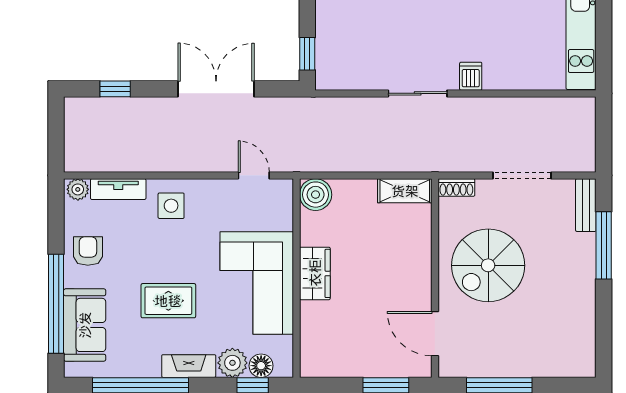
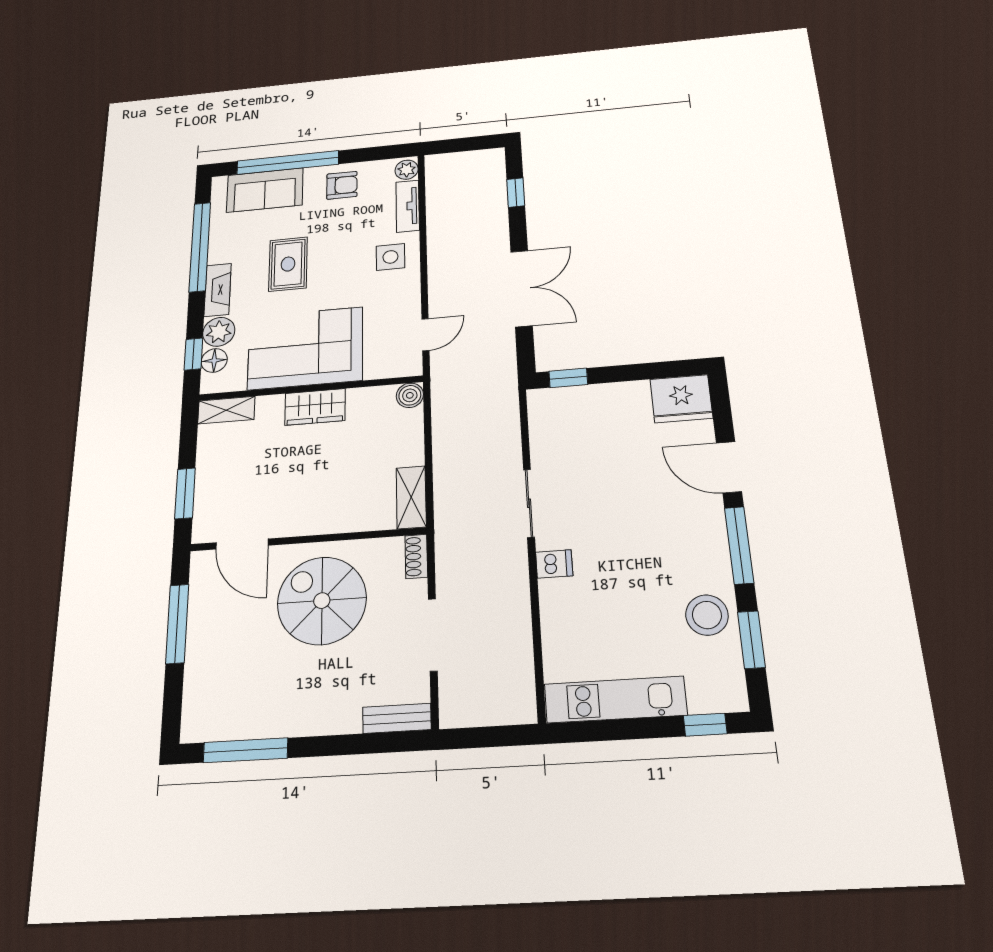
boiler: (316, 195) -> (410, 395), width x0.73, depth x0.73
window: (604, 245) -> (245, 750), moved
door: (435, 334) -> (242, 544), swing flipped
shelving: (311, 352) -> (226, 410), added

